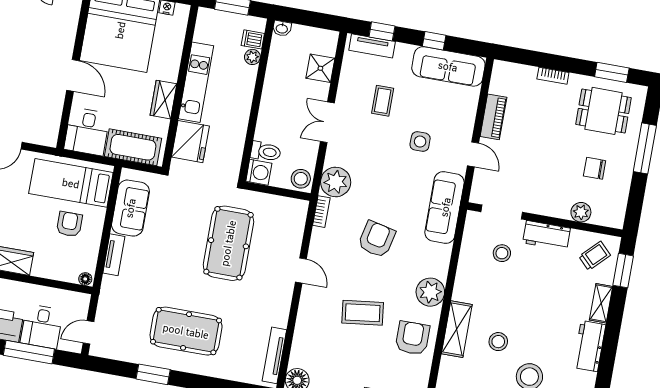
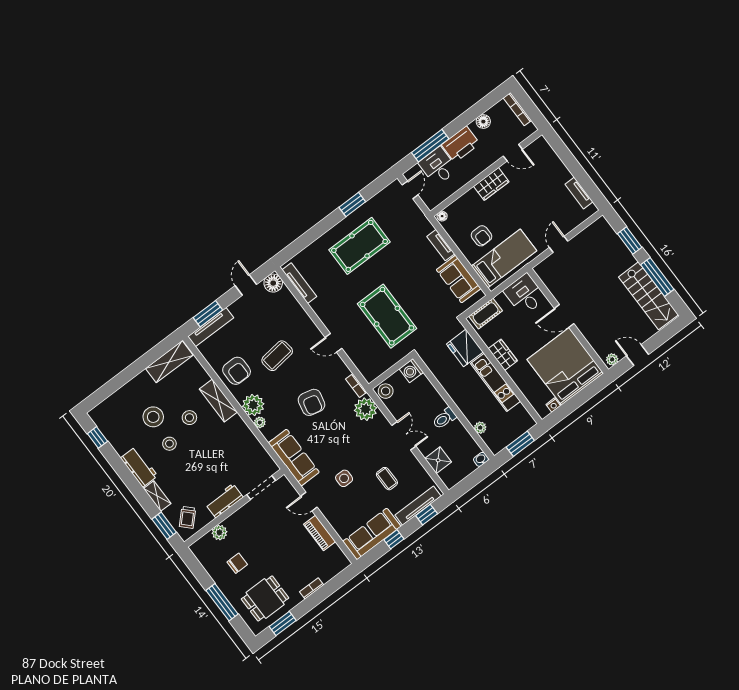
dishwasher: (253, 39) -> (490, 437), removed
tv unit: (372, 46) -> (418, 506), width x1.41
cot: (133, 147) -> (486, 314), width x0.73, depth x0.75
toilet: (266, 152) -> (444, 418), moved
stool: (502, 253) -> (169, 444), moved
plant: (441, 271) -> (260, 422), added

